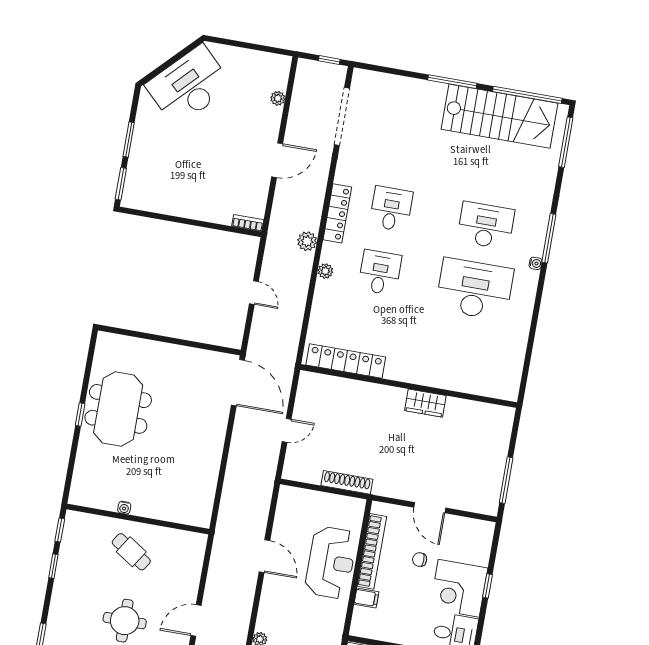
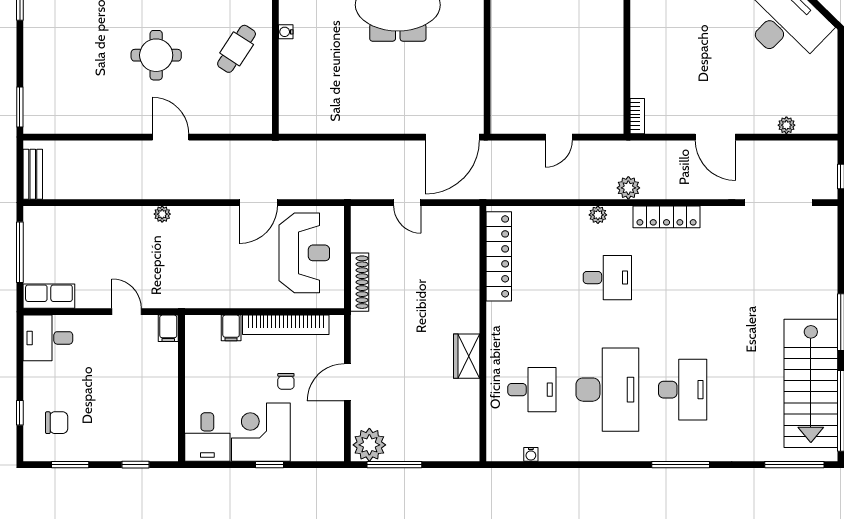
desk: (391, 209) -> (532, 390), moved
water cooler: (536, 263) -> (531, 454), moved
plant: (486, 498) -> (369, 445), added
chair: (420, 560) -> (286, 381), turned 180
reception desk: (331, 562) -> (304, 253), moved, turned -90

